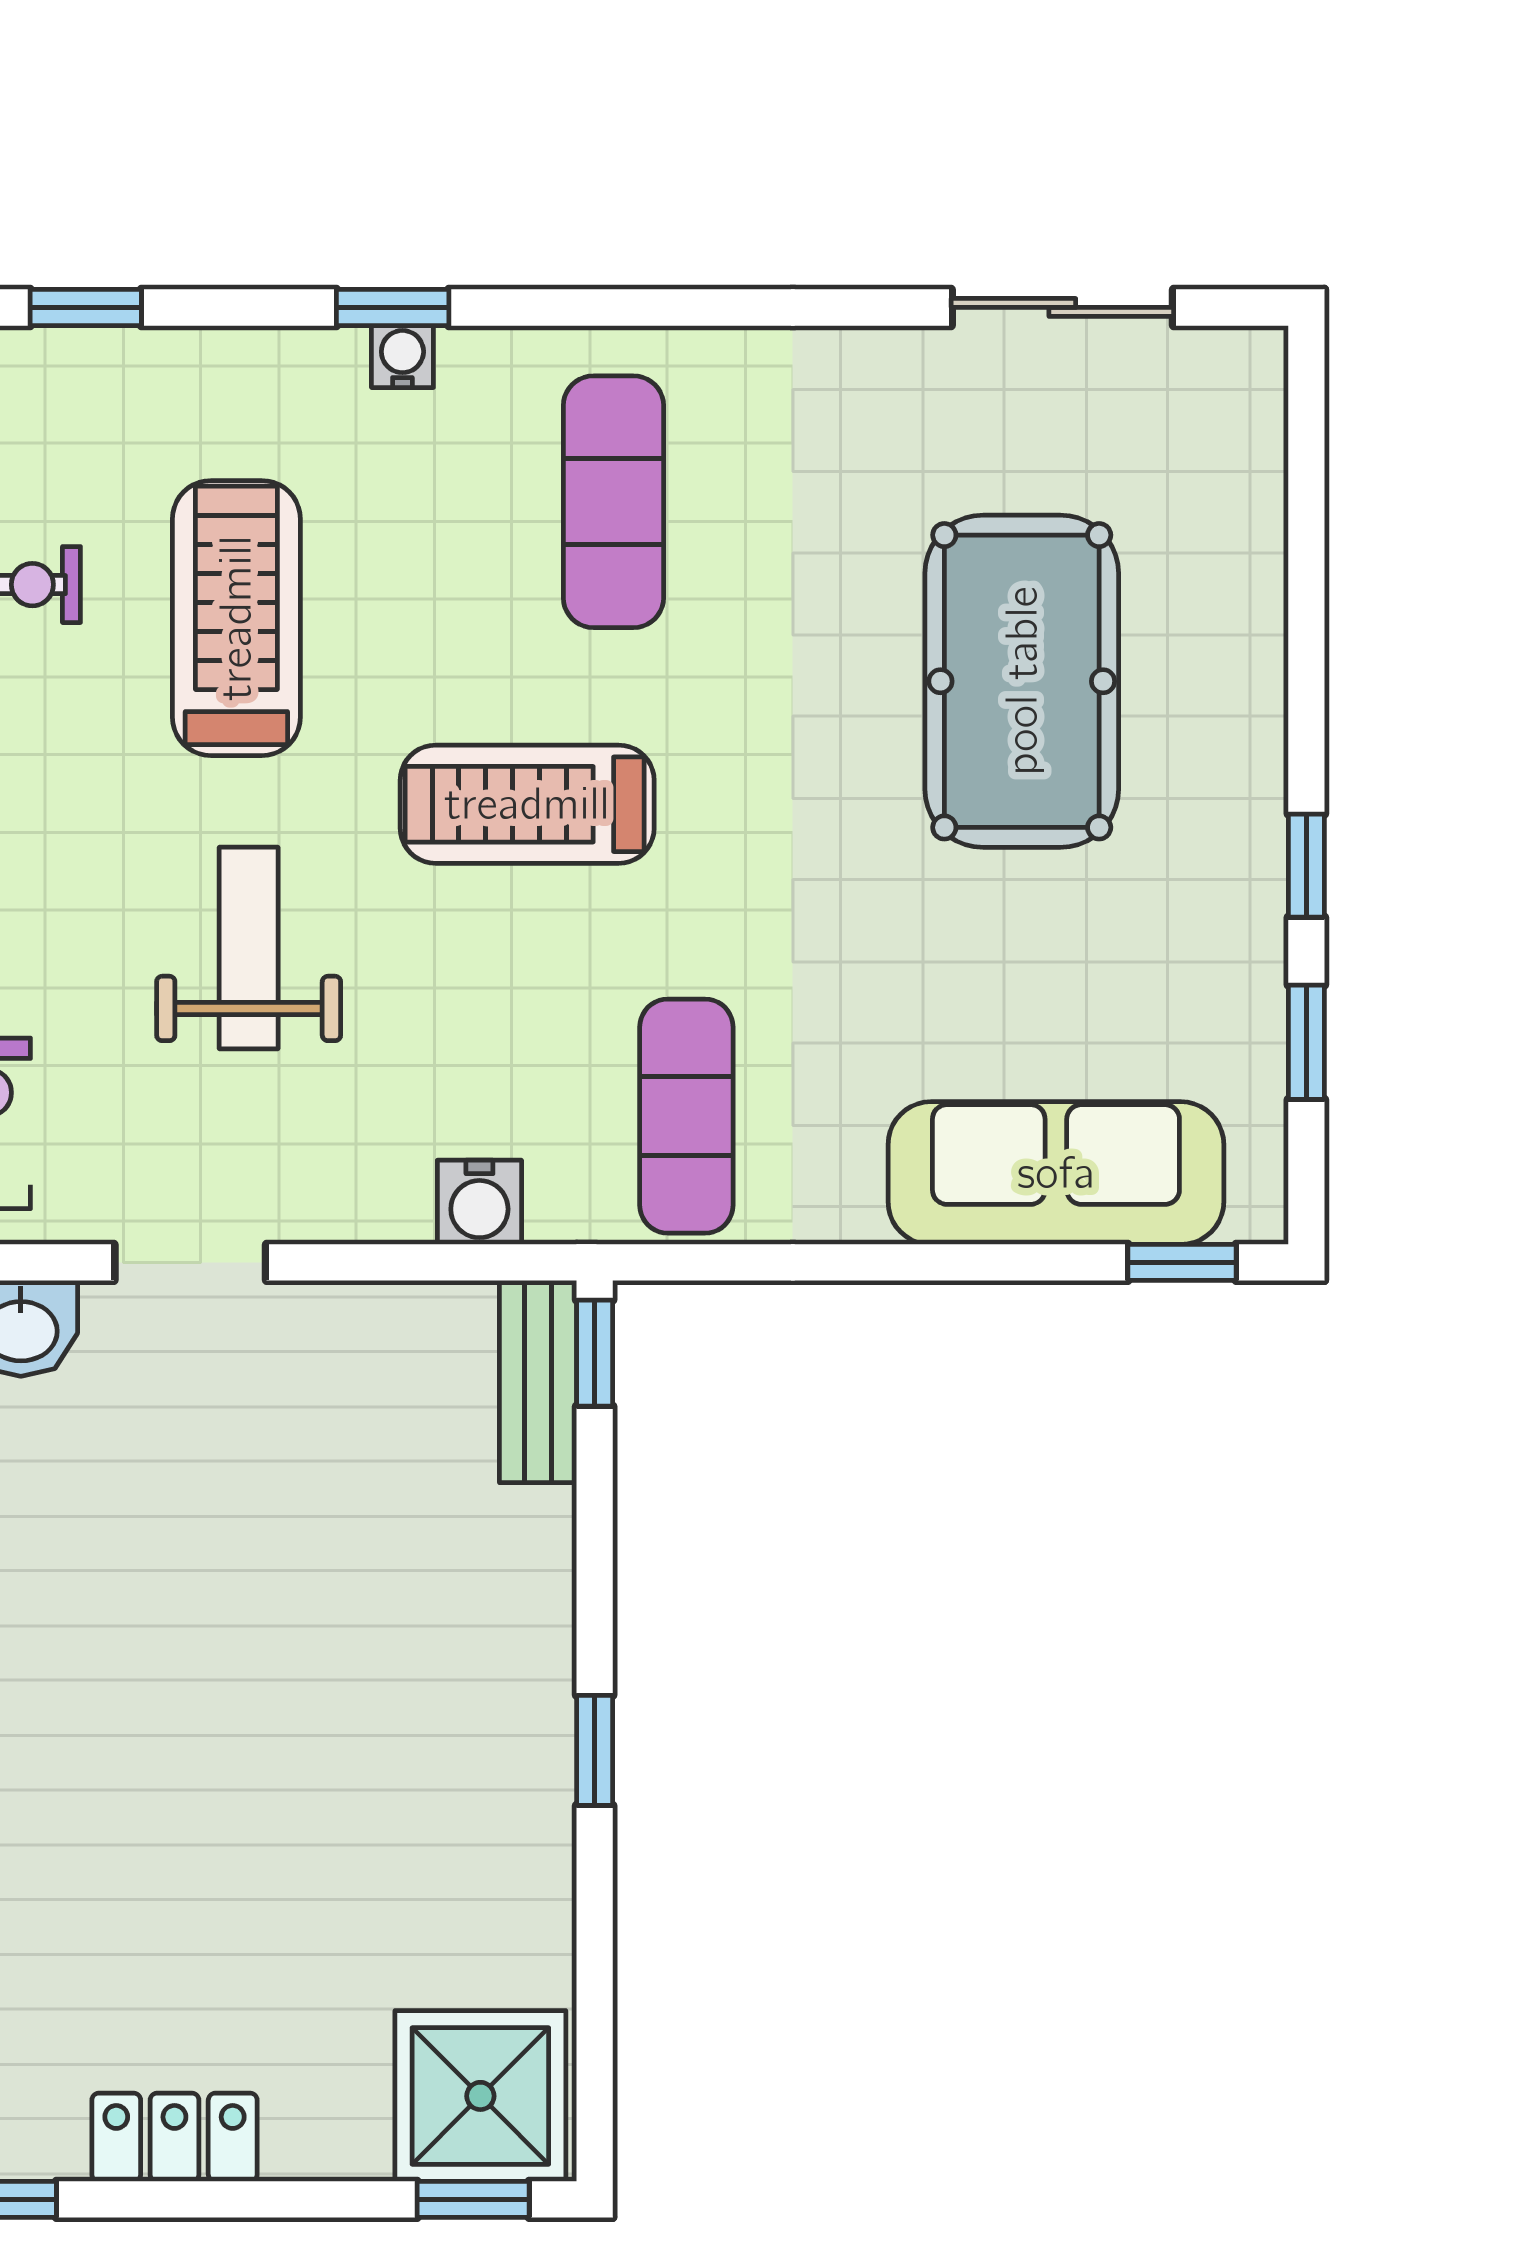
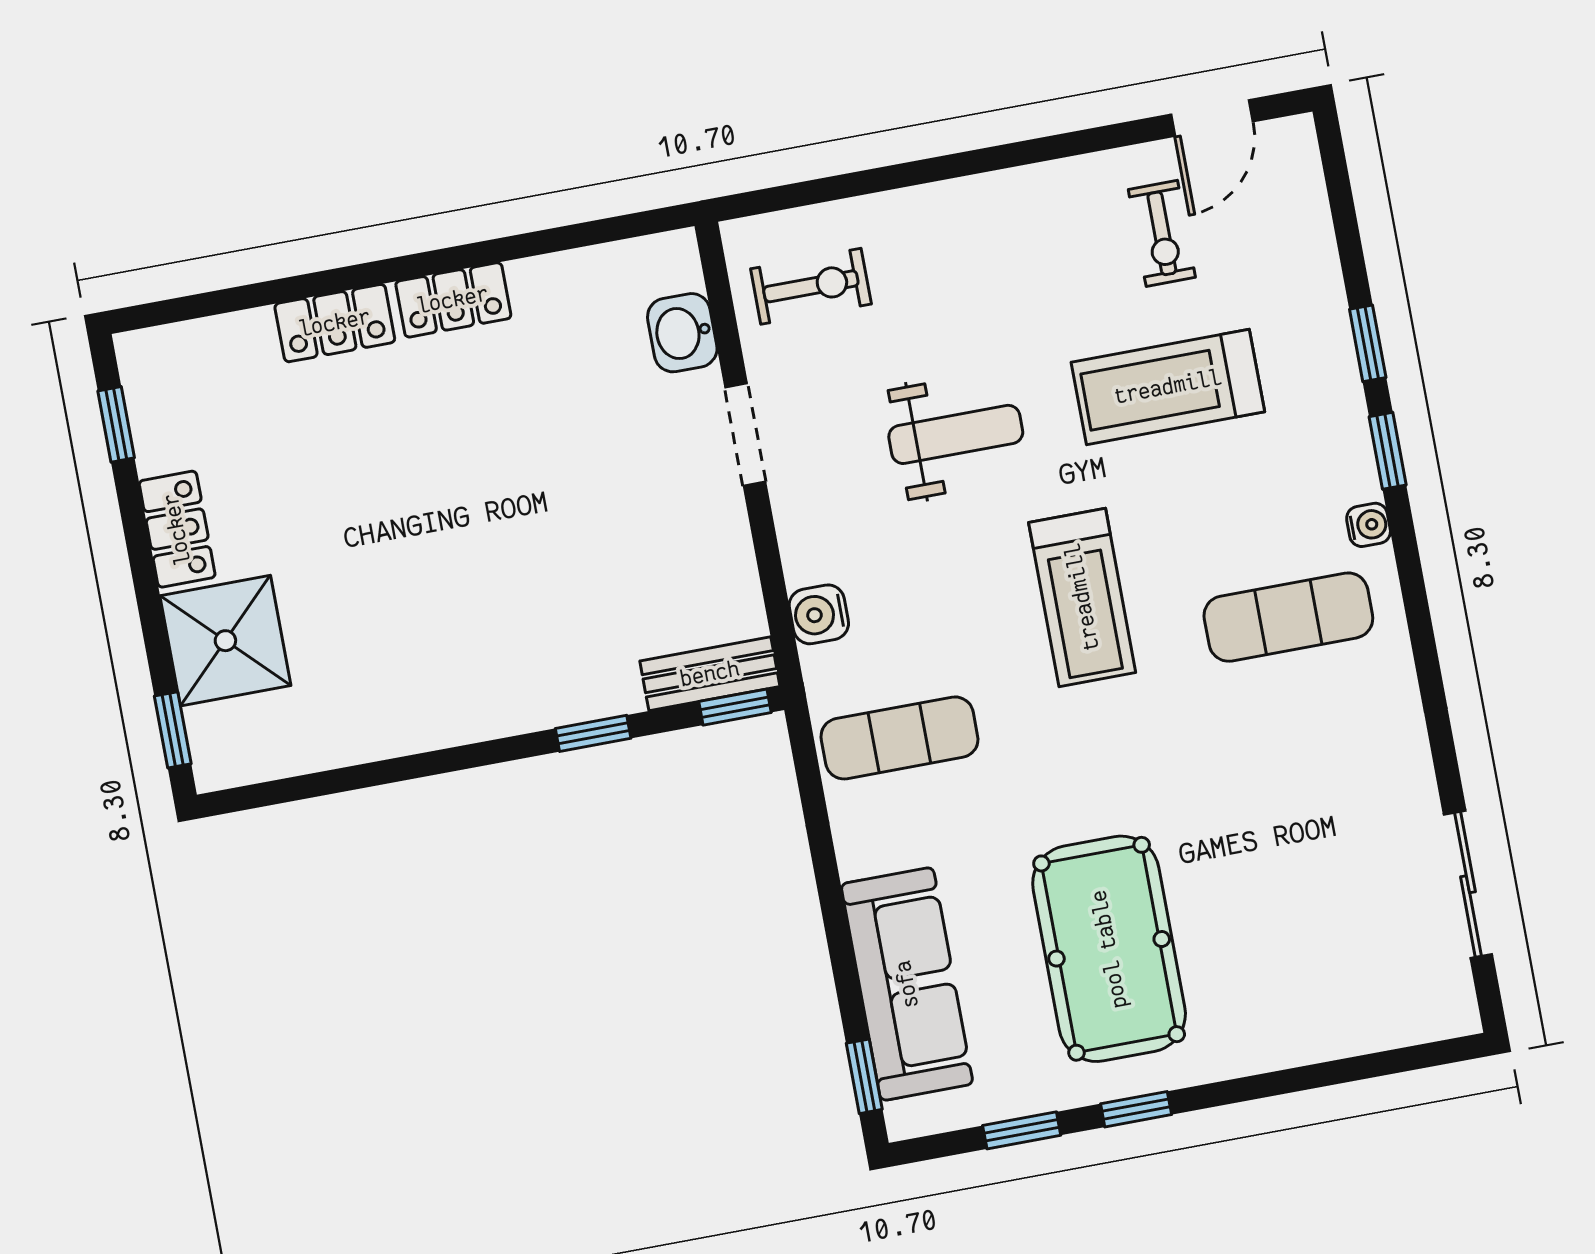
window: (86, 307) -> (1368, 343), moved
water cooler: (402, 357) -> (1369, 525), moved
treadmill: (236, 618) -> (1168, 387), turned 180
pool table: (1022, 681) -> (1109, 949), moved, turned 90
treadmill: (527, 804) -> (1082, 597), turned 180
window: (595, 1750) -> (593, 733), moved
shower: (480, 2096) -> (225, 641), moved

